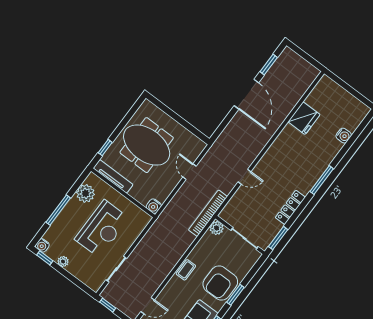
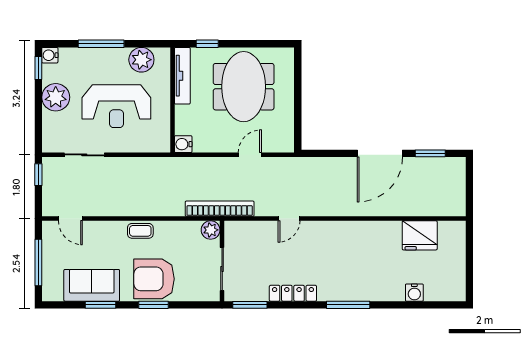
fridge: (304, 118) -> (420, 235), moved
door: (244, 177) -> (289, 219), hinge flipped
plant: (63, 262) -> (56, 97), width x1.87, depth x1.87

